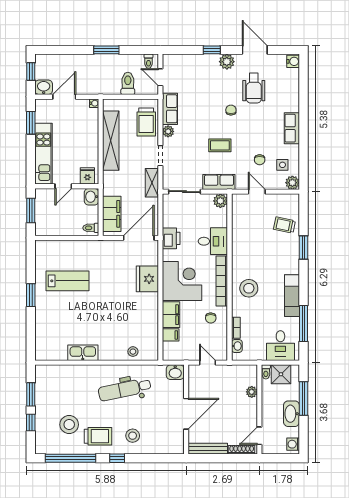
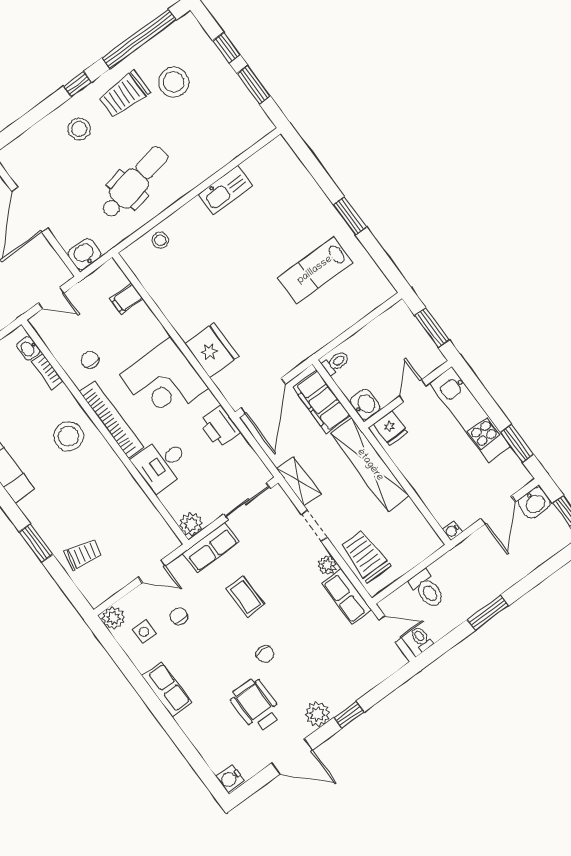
shelving: (111, 141) -> (370, 465), moved
coffee table: (220, 145) -> (245, 597), turned 90
filing cabinet: (171, 315) -> (146, 326), removed

